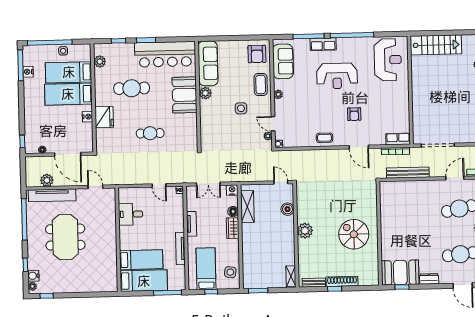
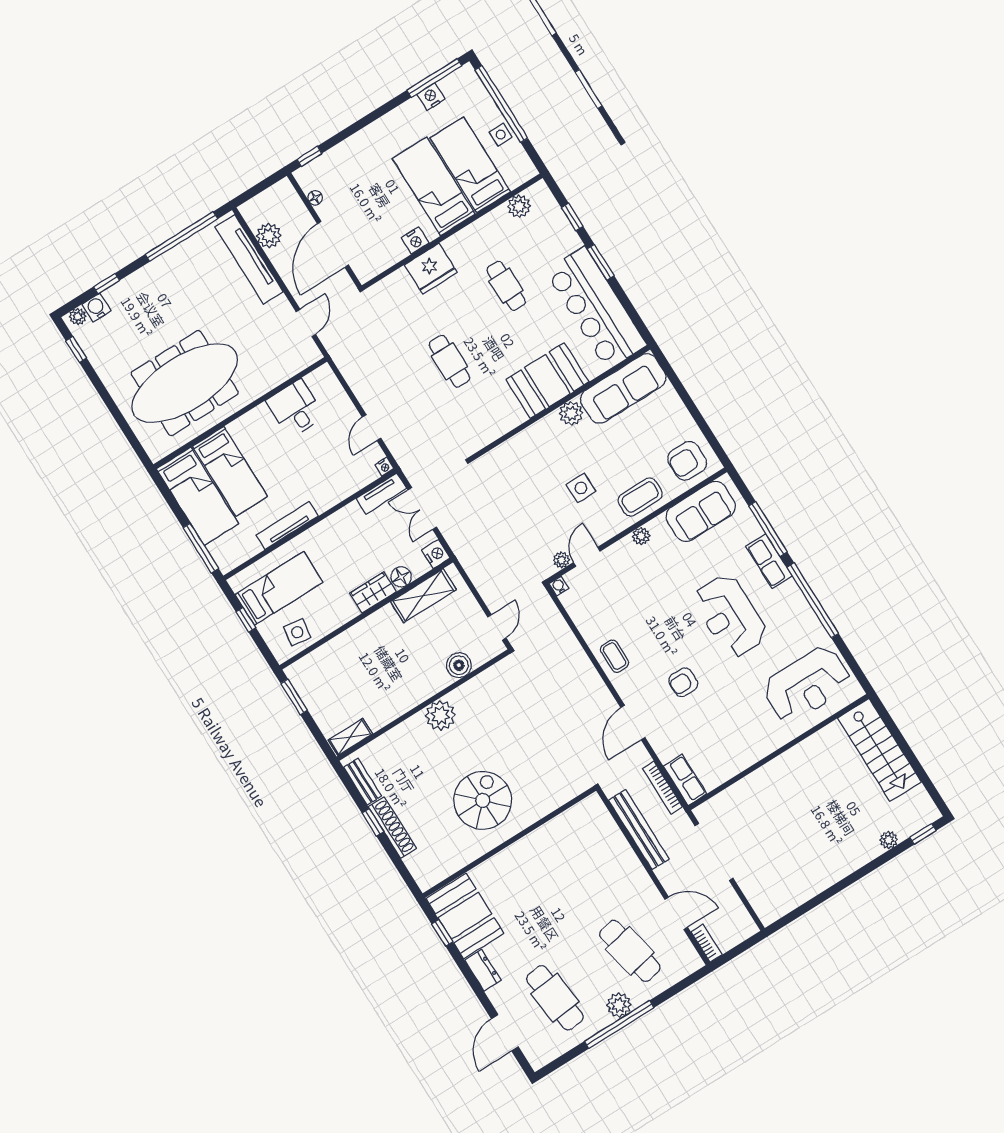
cafe table: (132, 88) -> (506, 286), width x0.73, depth x0.74
tv unit: (192, 224) -> (381, 494), moved
meeting table: (65, 237) -> (185, 383), moved, width x1.36

